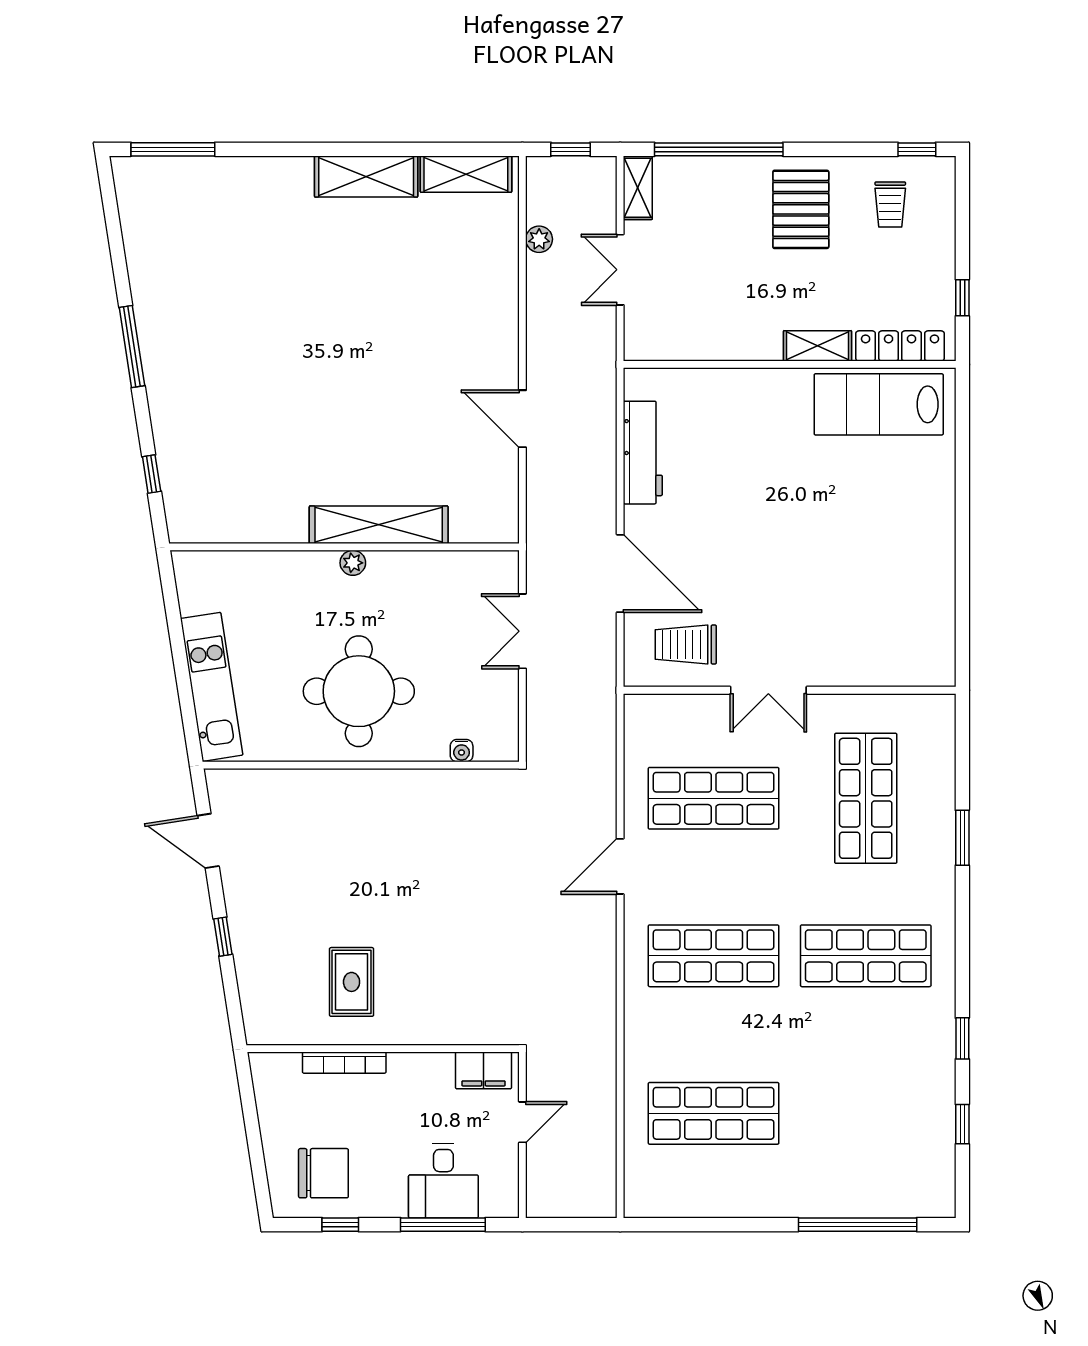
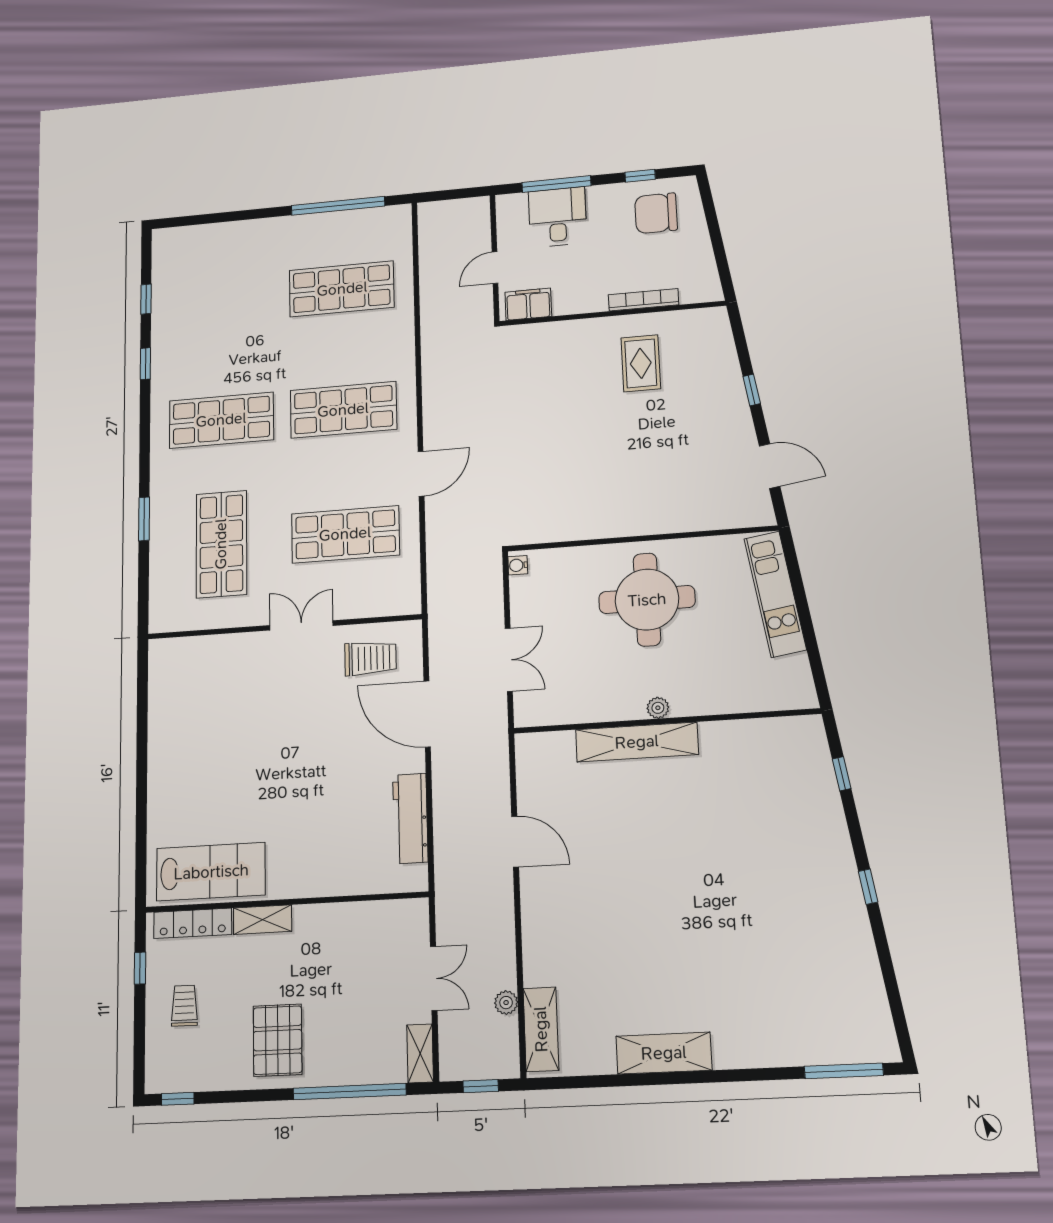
shelving: (466, 174) -> (541, 1029), moved, turned 90
trolley: (890, 204) -> (184, 1006), moved
window: (132, 346) -> (868, 887), width x0.46
water cooler: (462, 751) -> (518, 565), moved, turned -90
window: (858, 1225) -> (338, 206), moved

